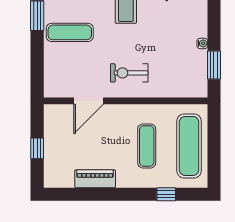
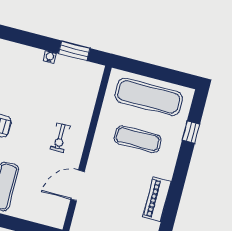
exercise bike: (129, 73) -> (60, 138), width x0.73, depth x0.72
door: (89, 101) -> (78, 185), swing flipped

